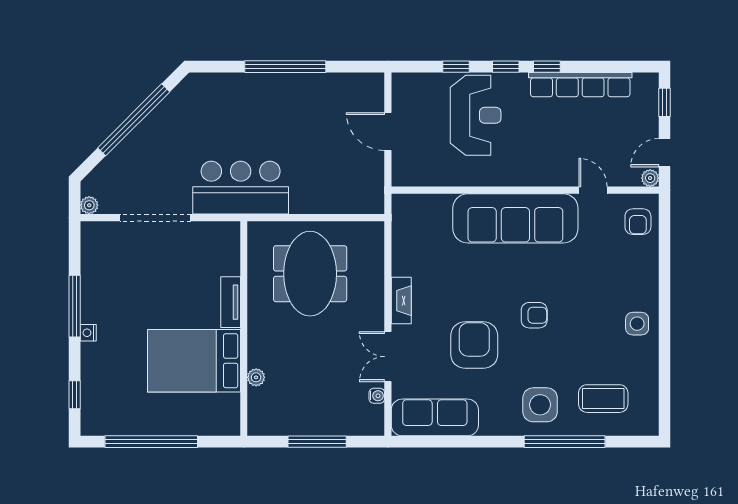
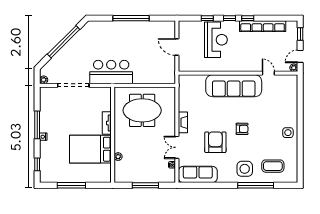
armchair: (638, 222) -> (288, 87), removed
meeting table: (310, 274) -> (142, 110), turned 90
window: (151, 442) -> (71, 185), width x0.68

